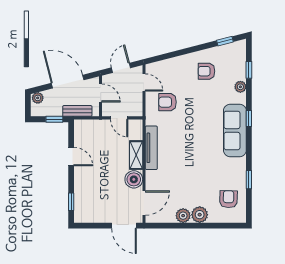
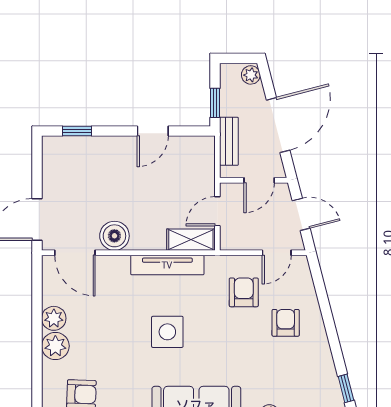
armchair: (206, 71) -> (286, 323), moved
side table: (191, 148) -> (167, 332), added
shelving: (136, 155) -> (191, 240), moved

